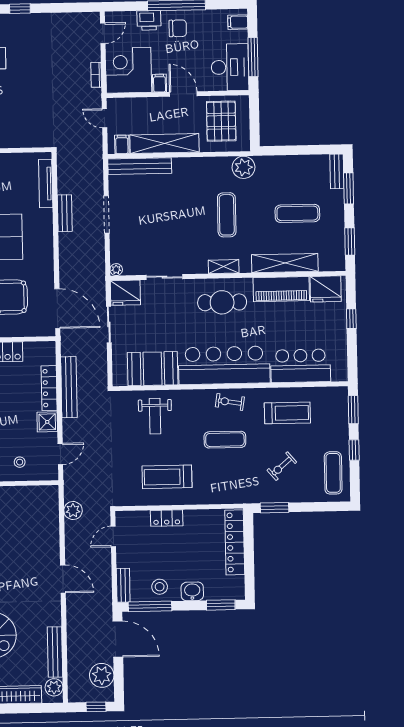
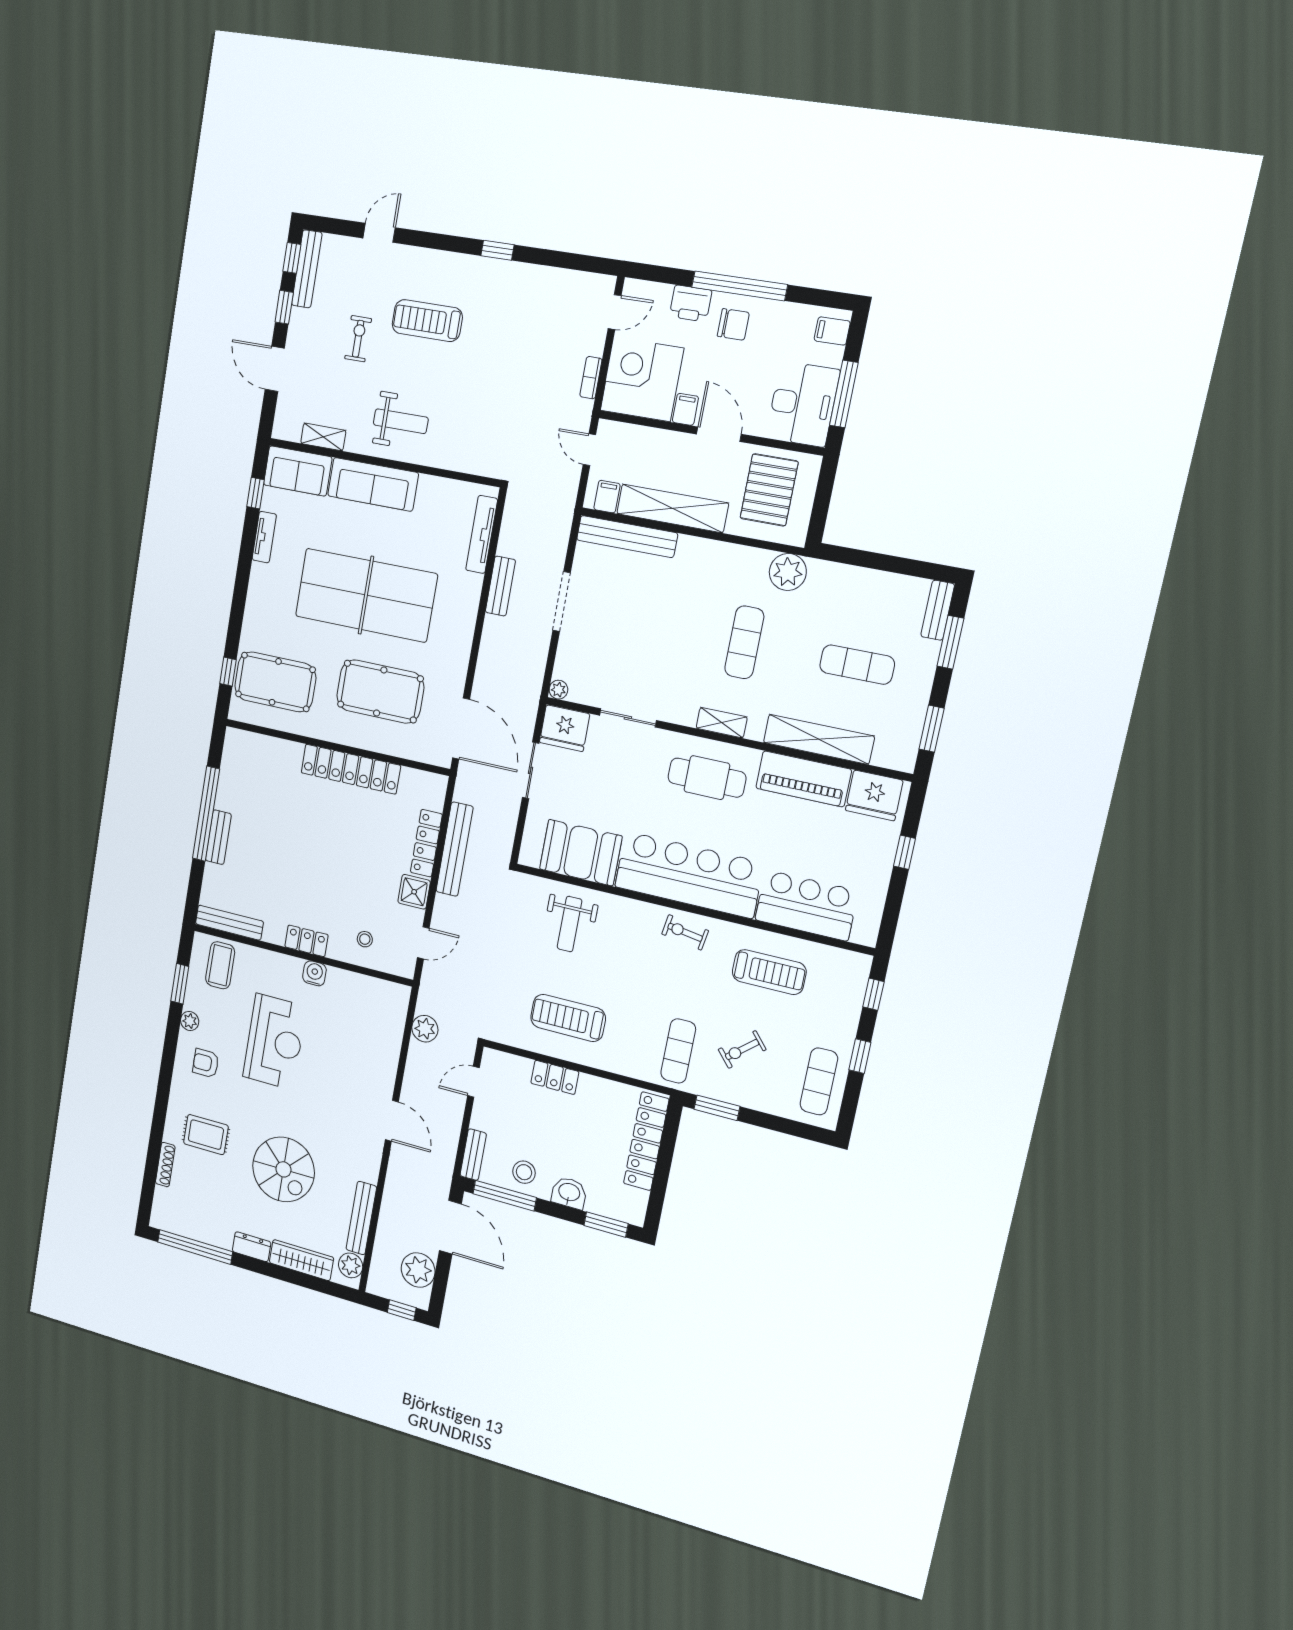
window: (353, 410) -> (873, 994), width x0.67
exercise mat: (225, 440) -> (678, 1051), moved, turned 90

